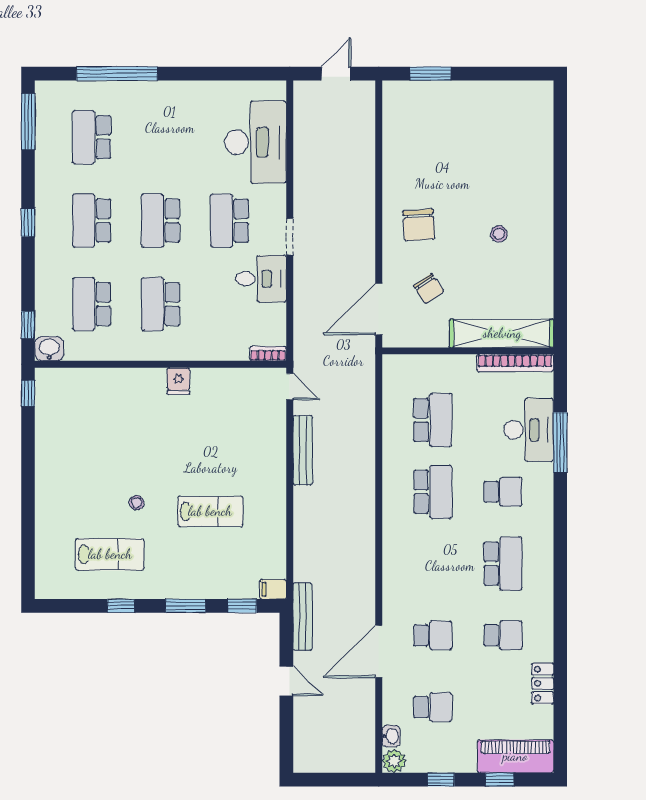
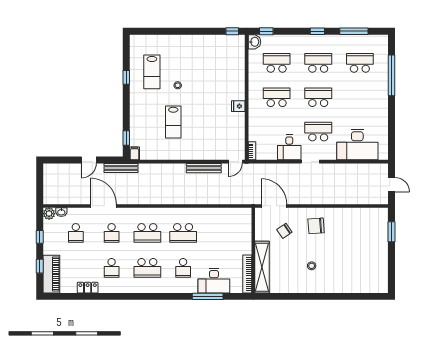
window: (28, 122) -> (354, 31), moved
school desk: (433, 420) -> (147, 233), moved
window: (186, 606) -> (126, 110), removed

